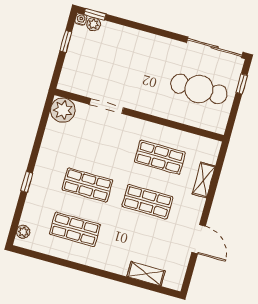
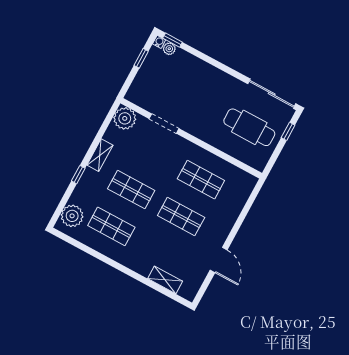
shelving: (204, 180) -> (100, 155), moved
plant: (23, 232) -> (72, 216), width x1.88, depth x1.88

